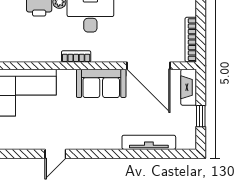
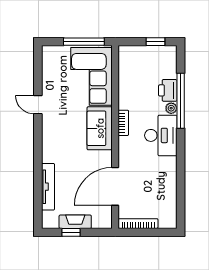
sofa: (101, 83) -> (100, 128), moved
fireplace: (189, 87) -> (75, 222), moved

